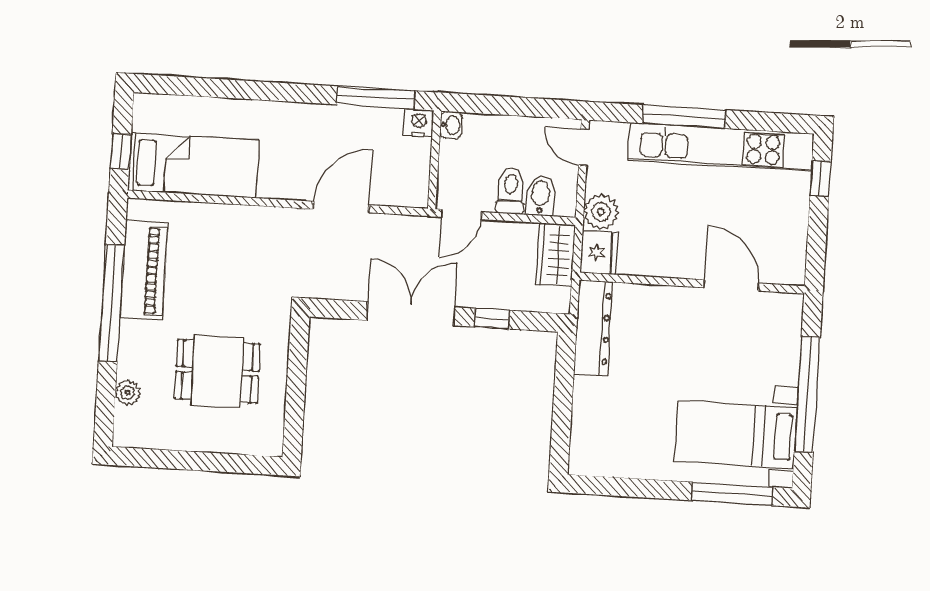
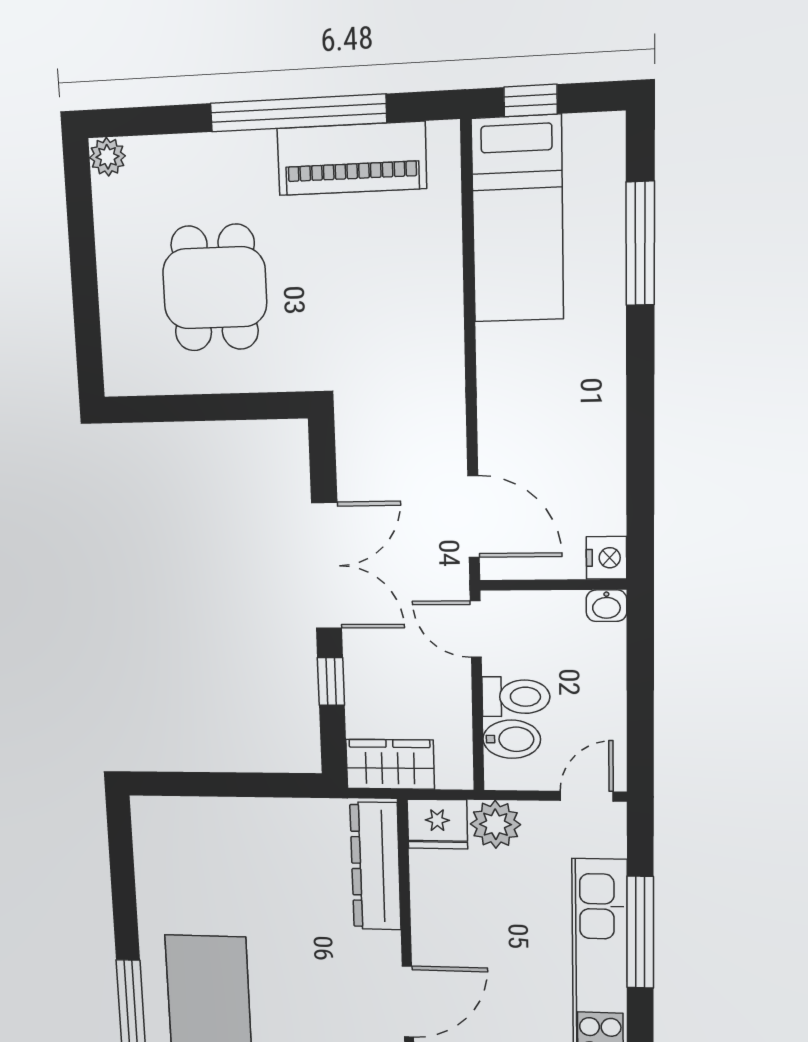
window: (376, 98) -> (640, 244), moved
door: (341, 207) -> (473, 517), moved
wardrobe: (556, 255) -> (390, 764), moved
dresser: (593, 328) -> (375, 866), moved, turned 90
plant: (128, 392) -> (107, 157), moved

